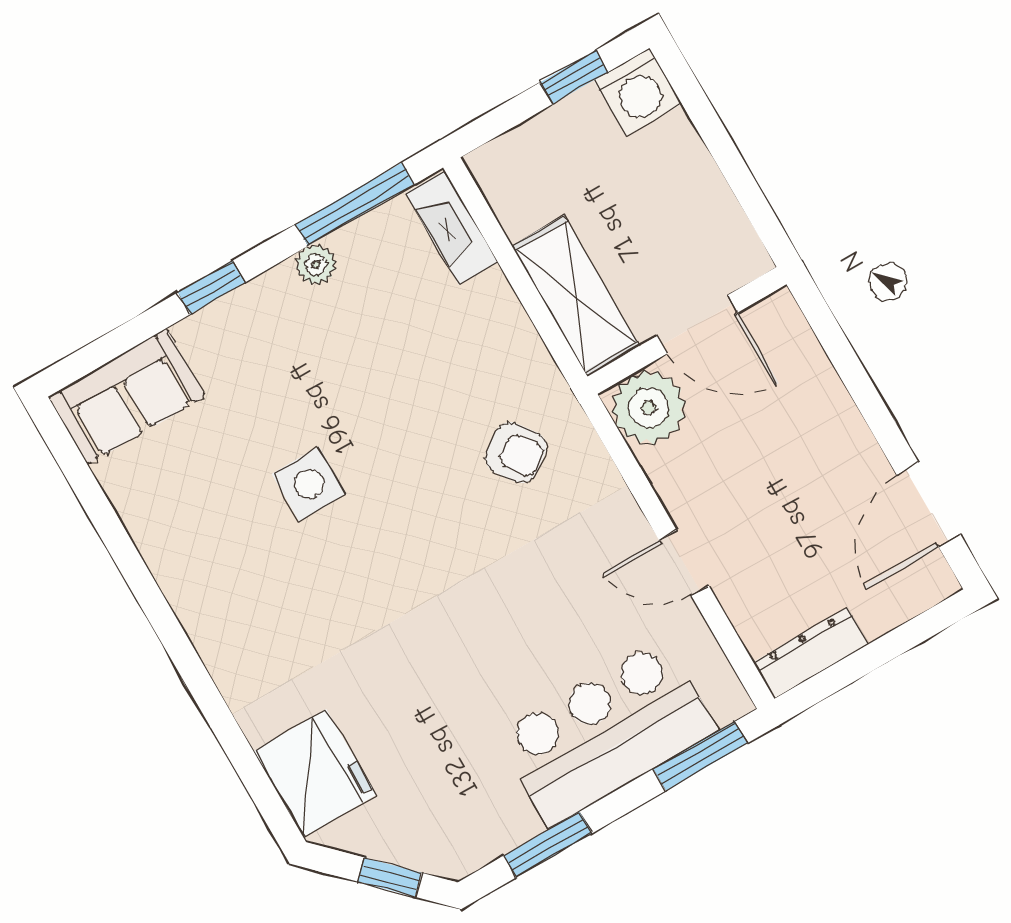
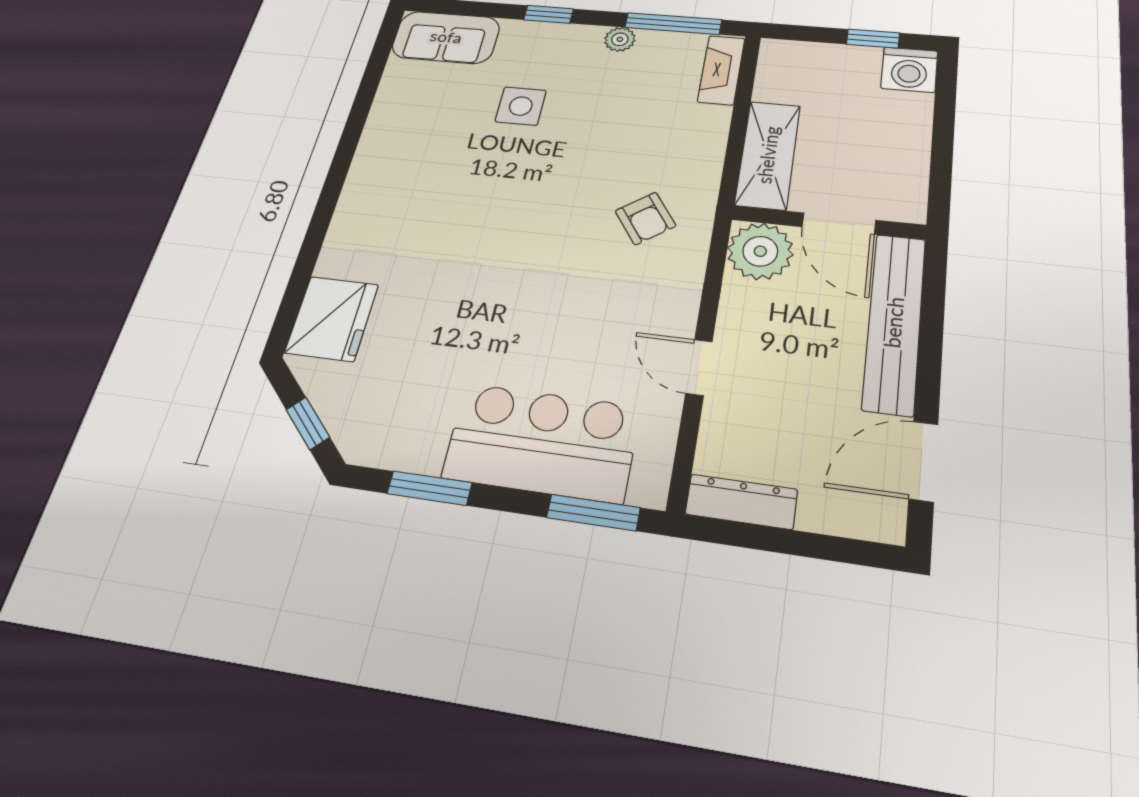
bench: (817, 391) -> (894, 322), added
side table: (309, 484) -> (521, 106), moved

